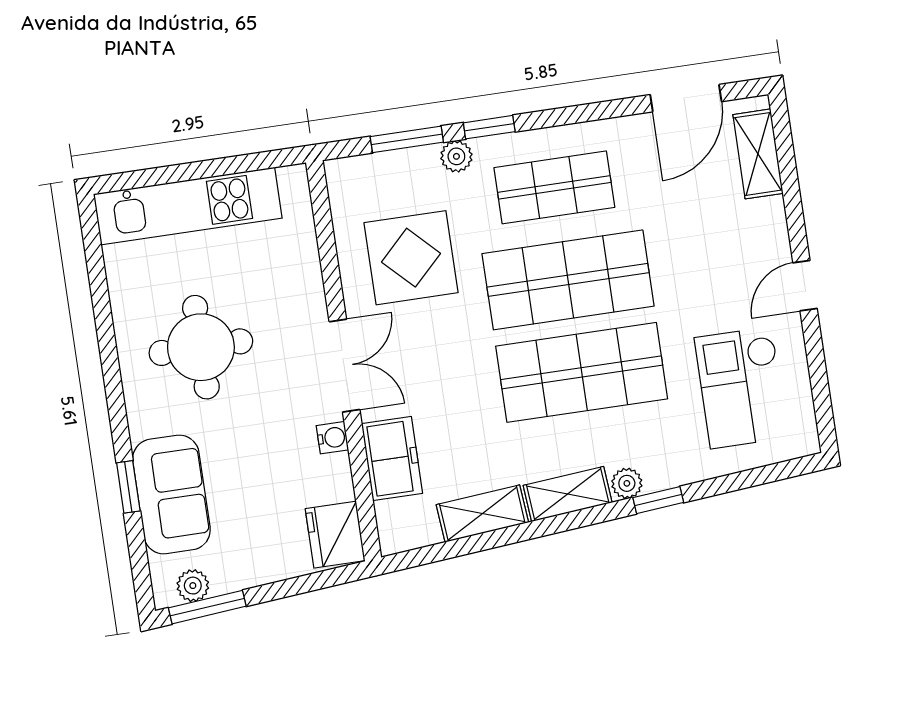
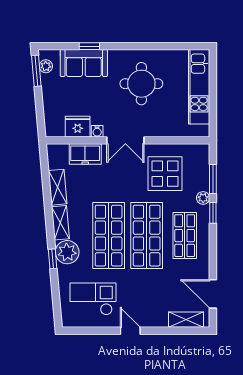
plant: (627, 483) -> (67, 252), width x1.88, depth x1.88
fridge: (335, 535) -> (78, 127), moved

